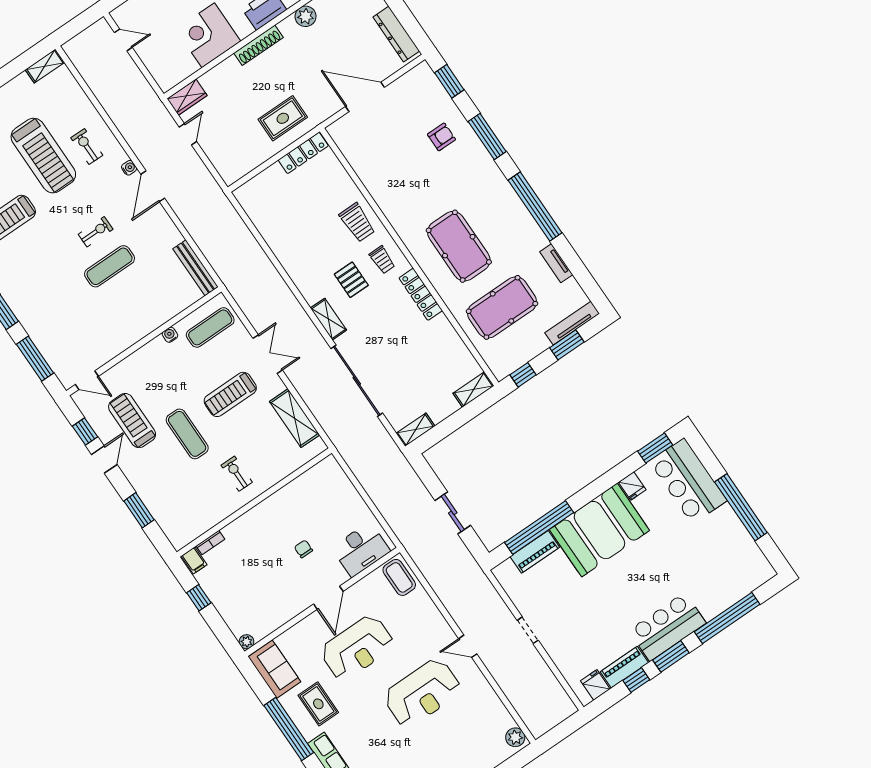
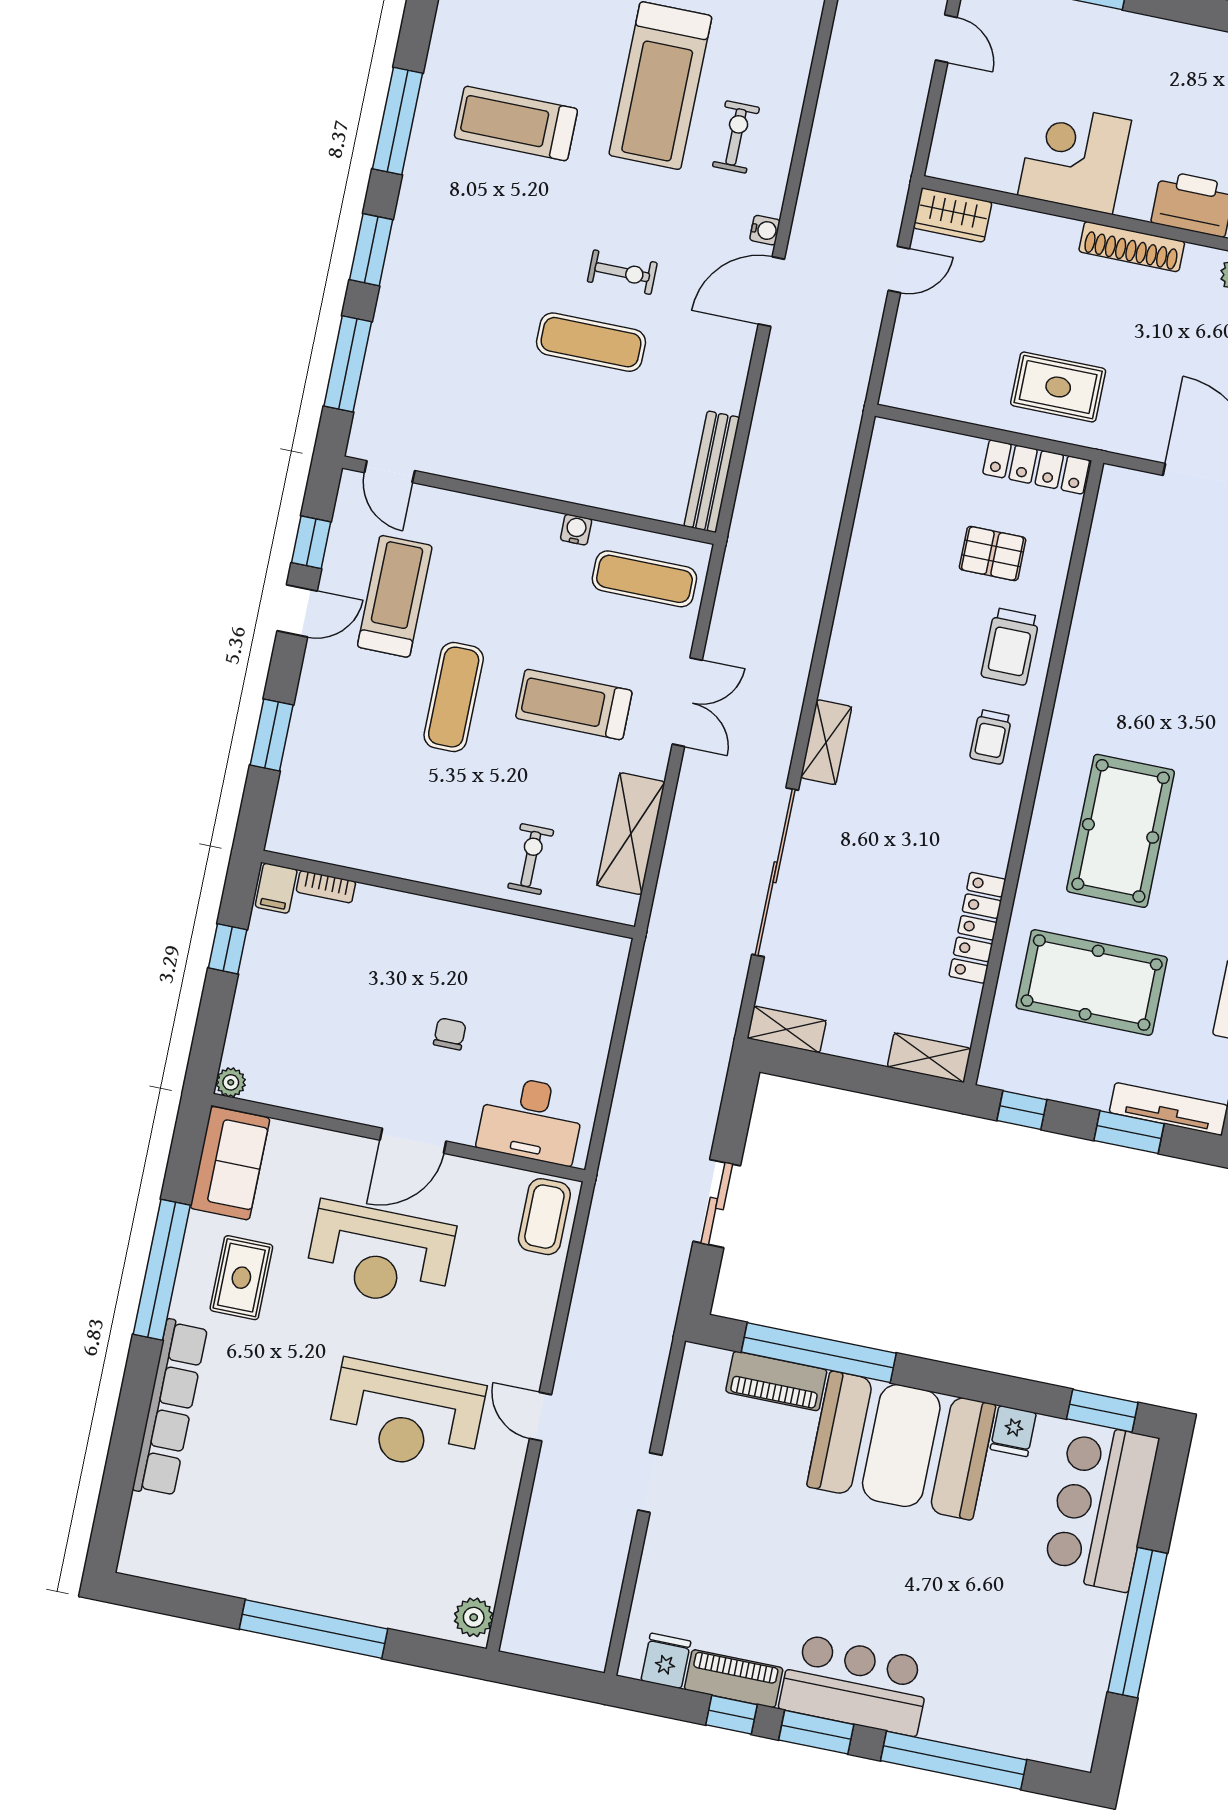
pallet: (351, 280) -> (993, 553), moved, turned 90
locker: (421, 294) -> (977, 928), moved
exercise bike: (237, 474) -> (531, 859), moved

